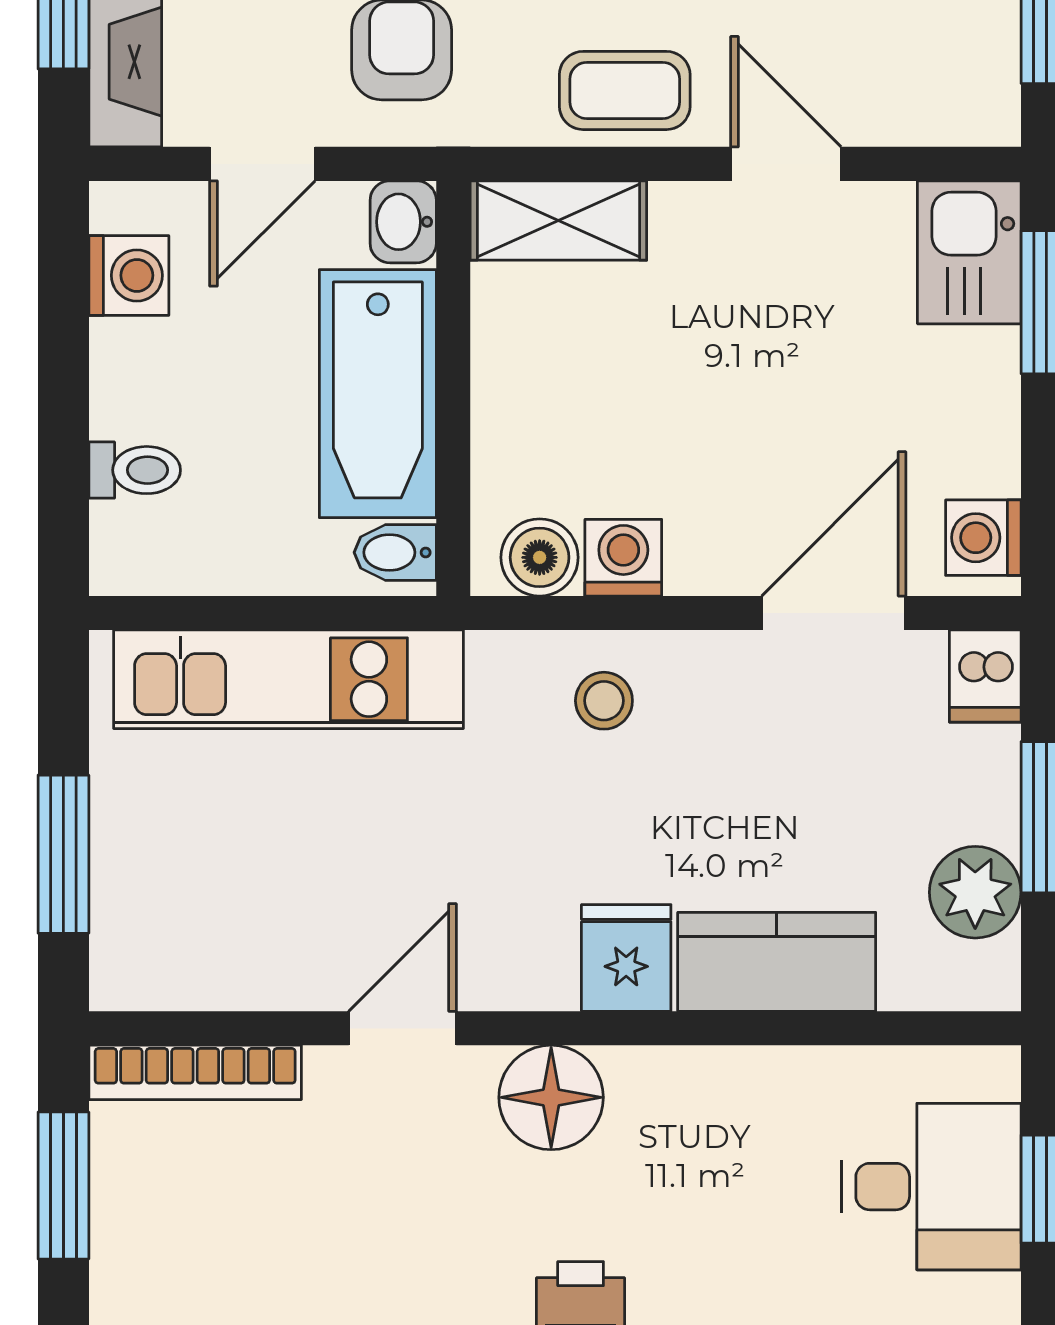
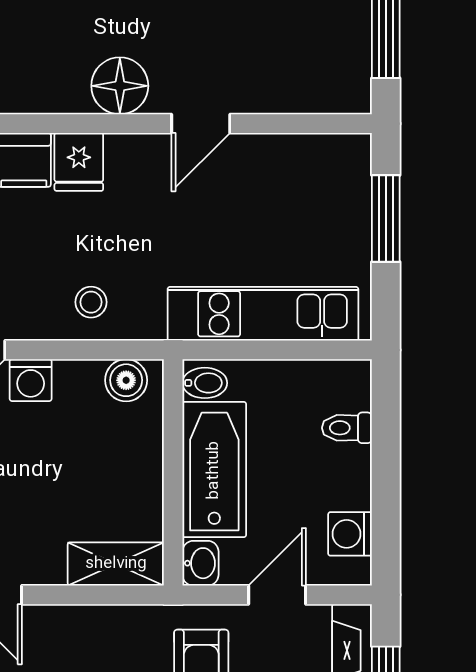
coffee table: (625, 90) -> (80, 635), removed
washing machine: (623, 558) -> (31, 380), moved
bookcase: (195, 1072) -> (314, 100), removed

